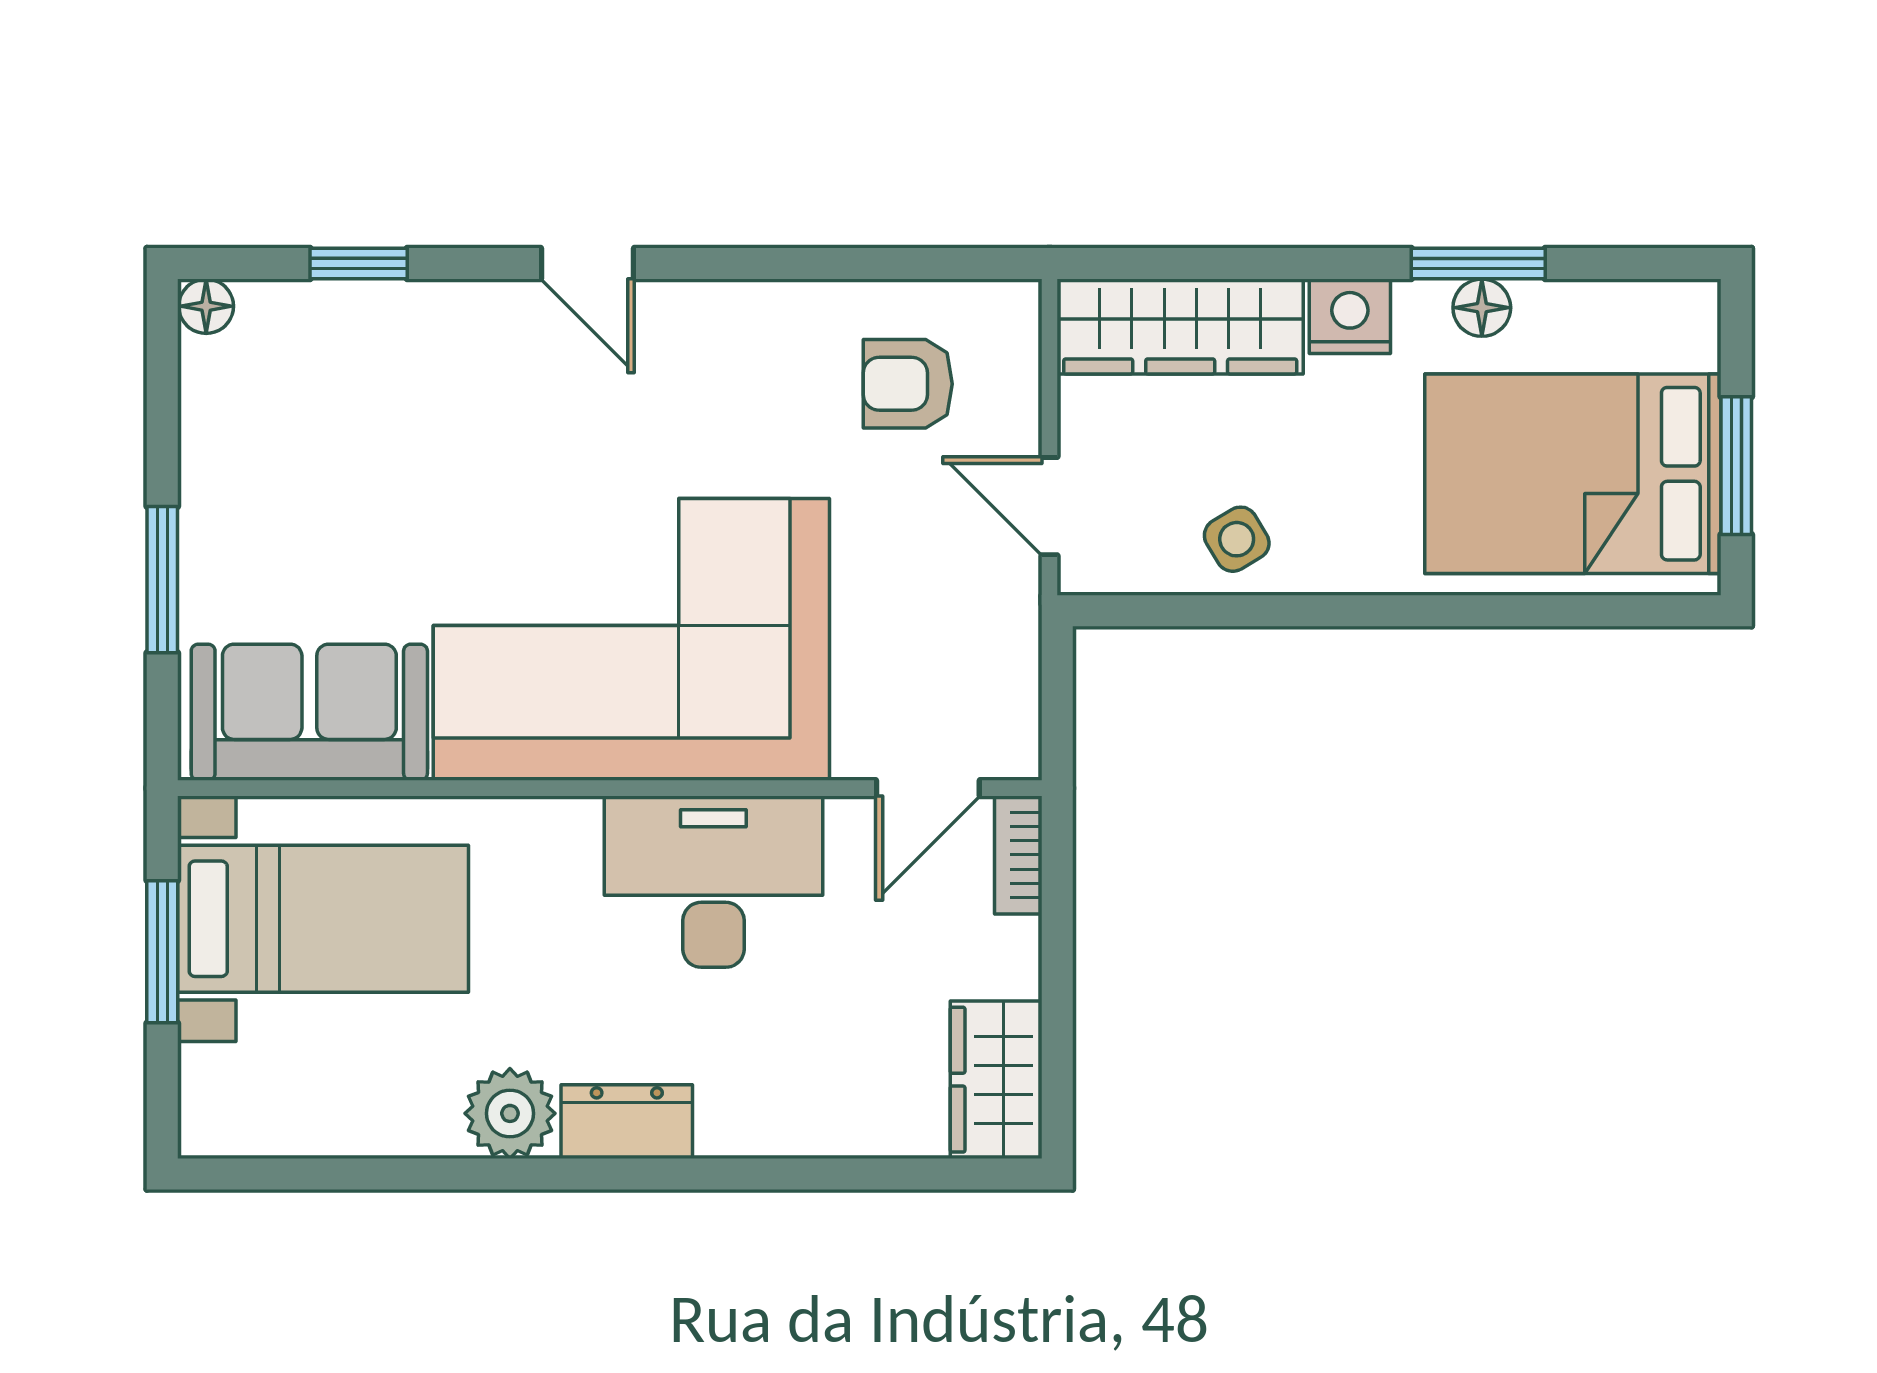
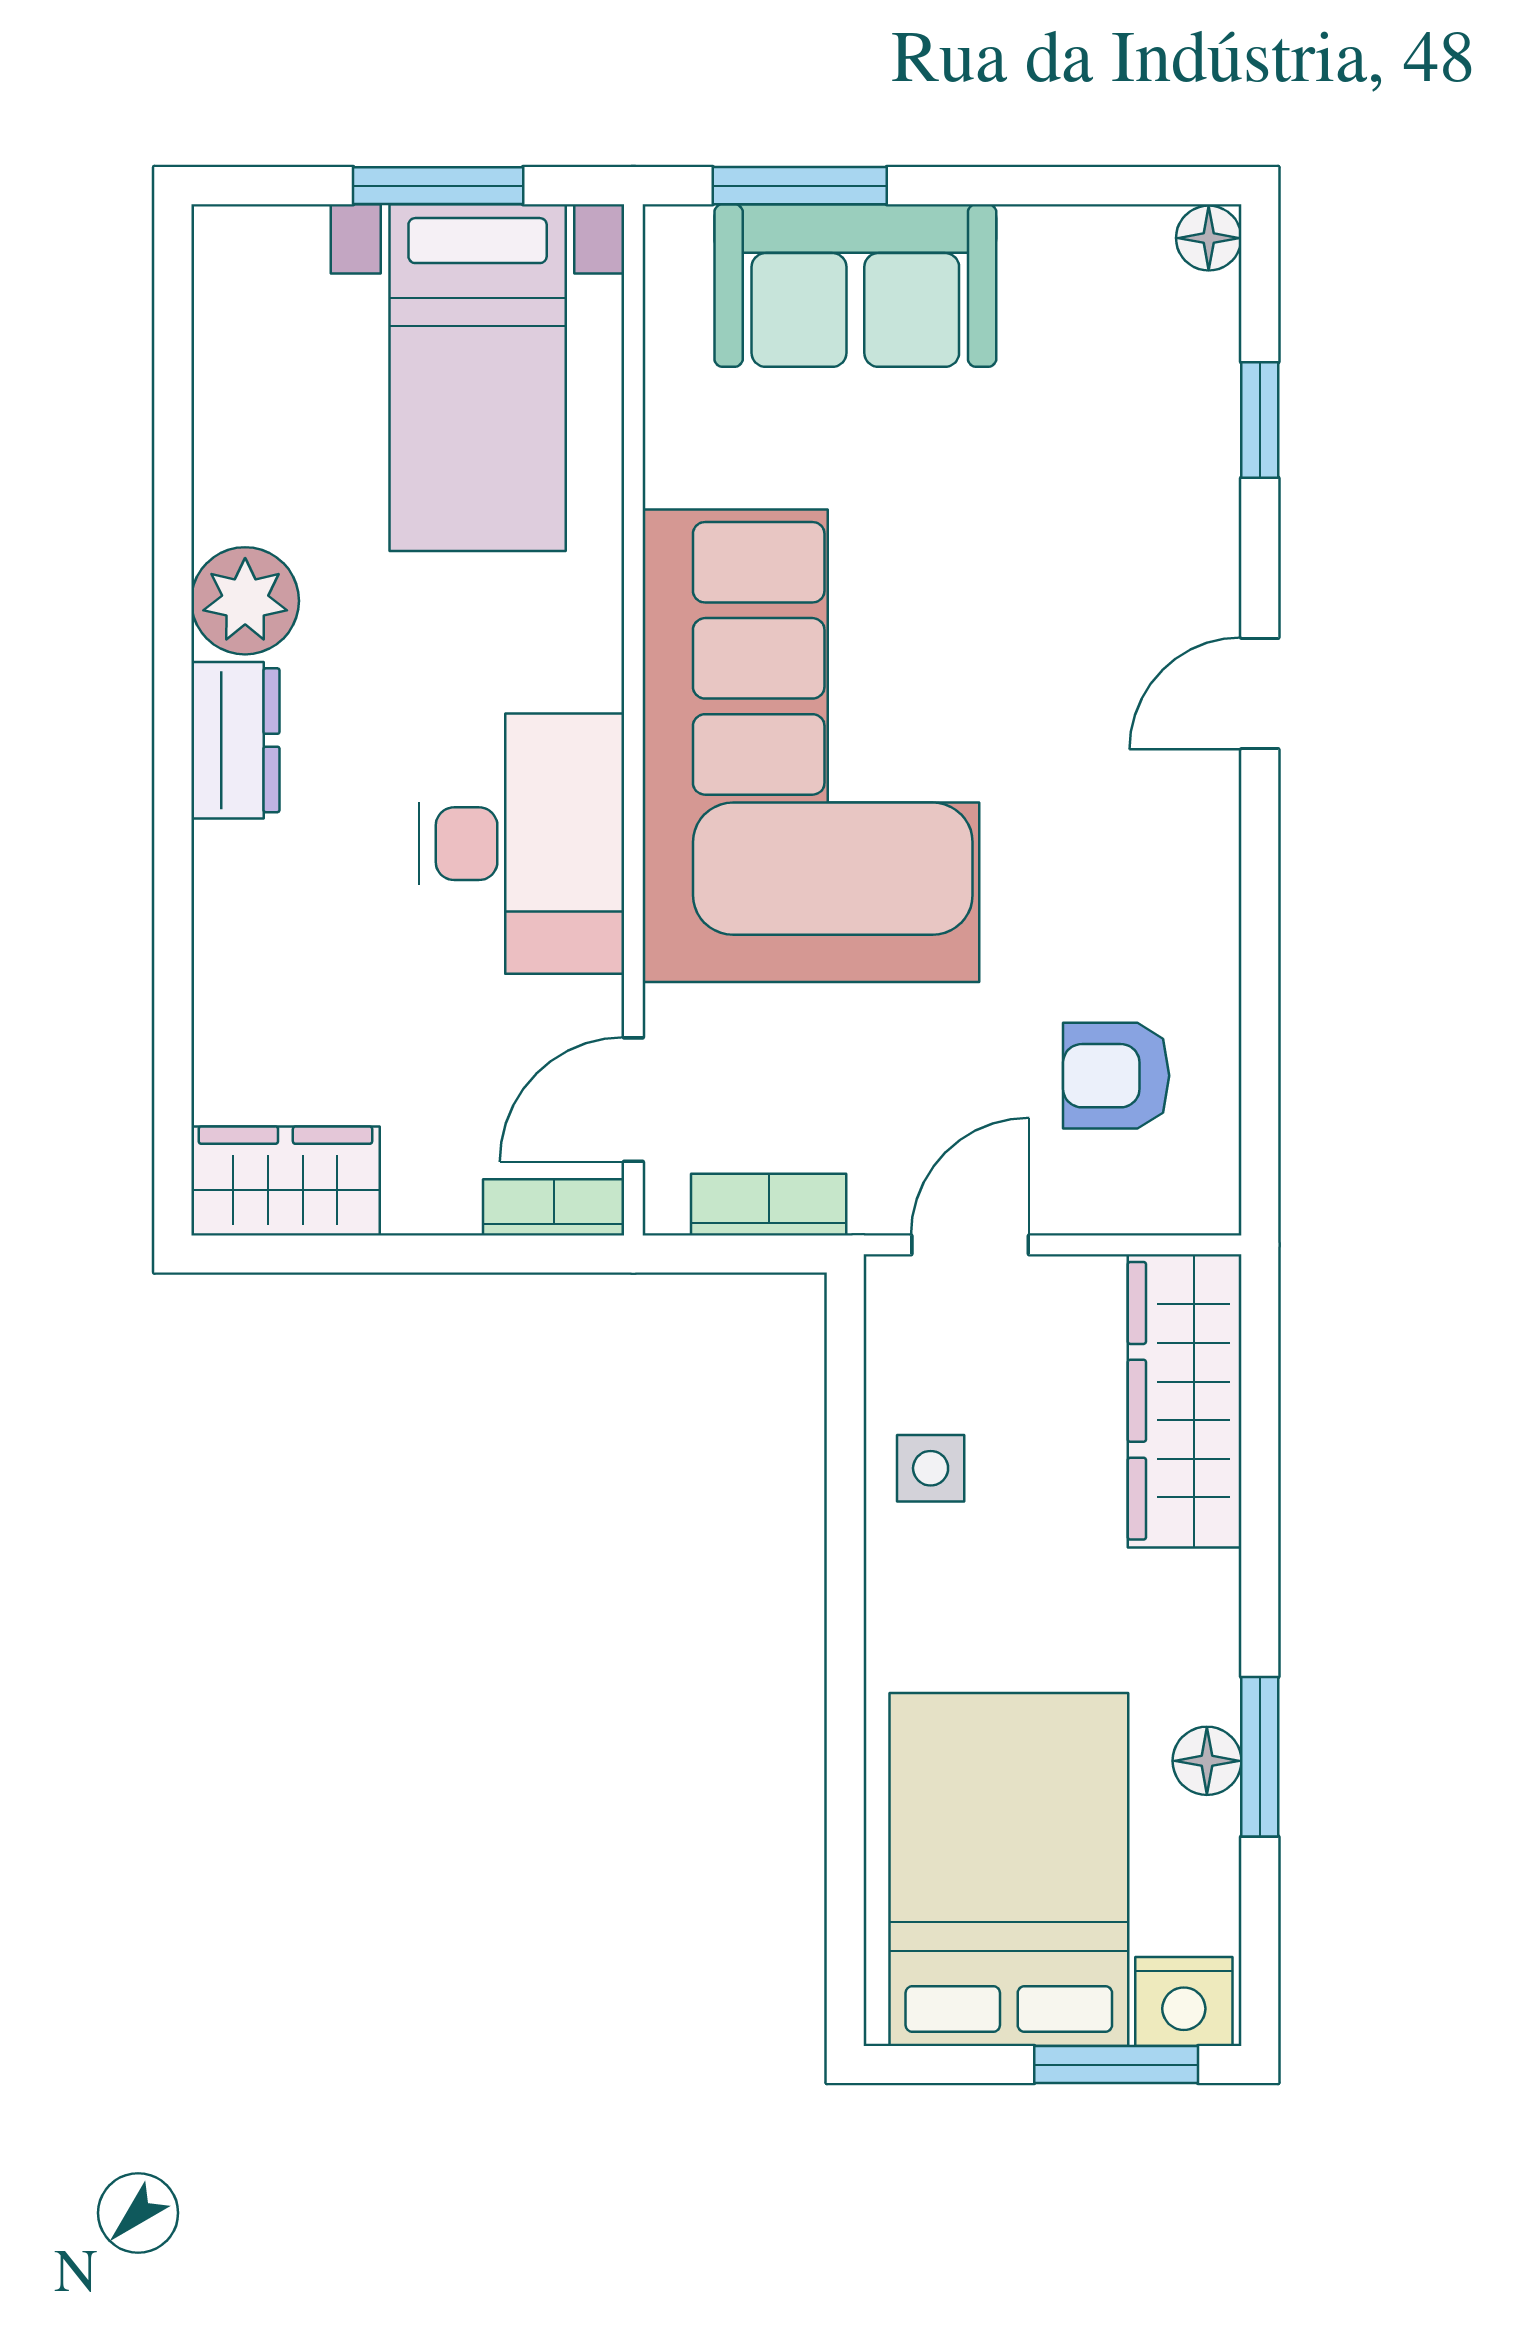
nightstand: (1350, 316) -> (1184, 2002), moved, turned 90
armchair: (908, 384) -> (1116, 1076), turned -90
window: (1736, 466) -> (1116, 2065), moved
side table: (1237, 539) -> (931, 1468), turned 31
window: (162, 580) -> (800, 186), moved
bookcase: (1016, 675) -> (769, 1205), added
sofa: (309, 712) -> (855, 286), moved, turned 90
door: (928, 788) -> (633, 1100), hinge flipped

